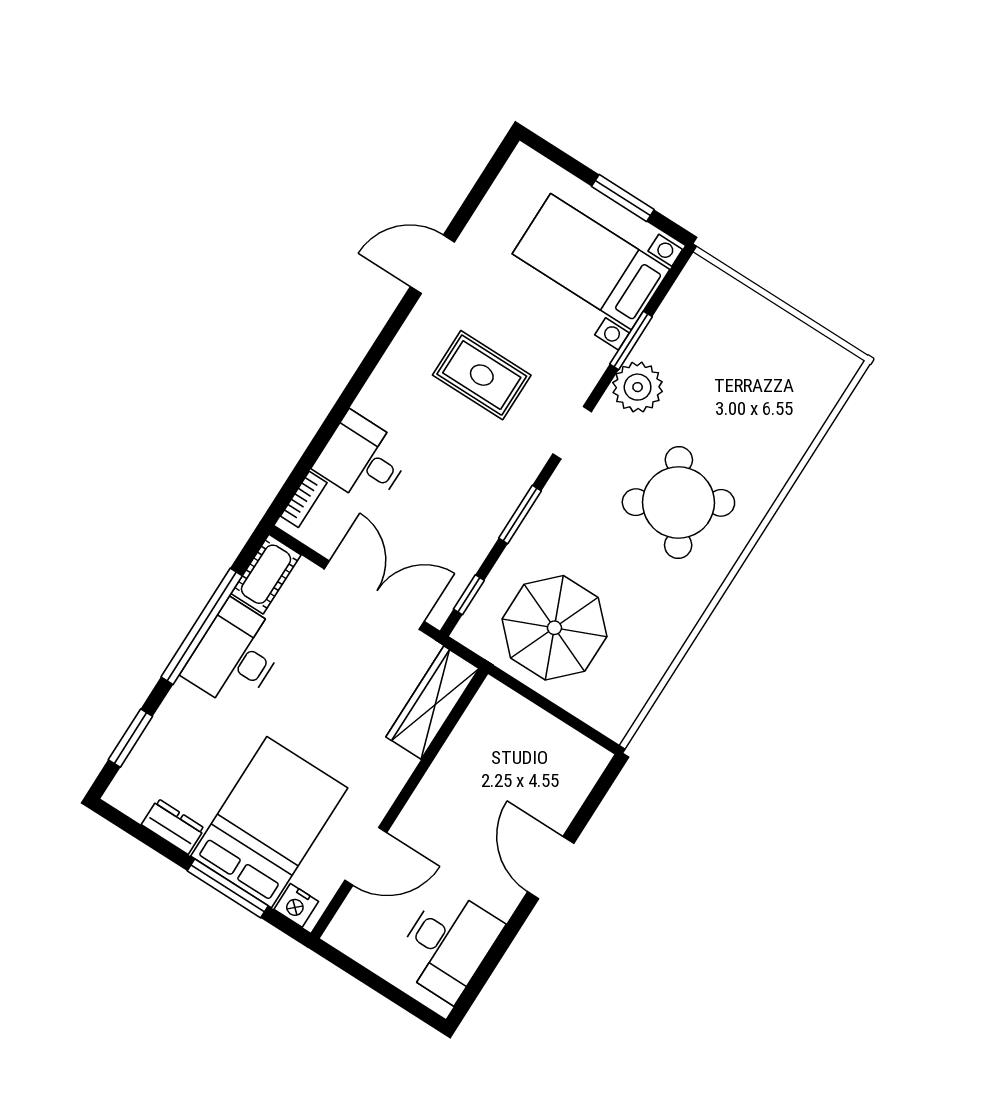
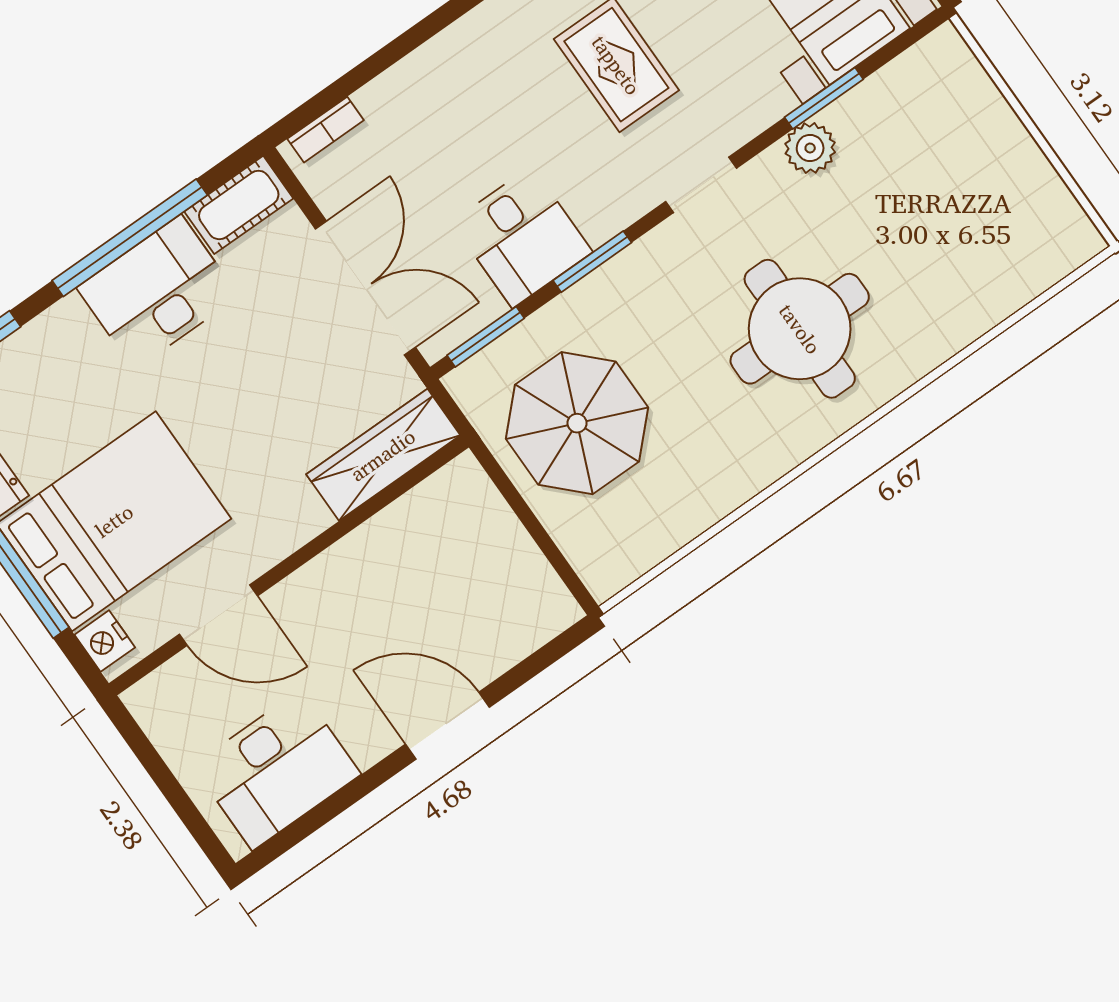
plant: (638, 387) -> (810, 148), width x0.73, depth x0.73
desk: (362, 459) -> (522, 237), moved, turned 180
round table: (678, 503) -> (800, 329), turned 32
window: (469, 595) -> (486, 337), width x1.50
door: (551, 868) -> (448, 726), hinge flipped

